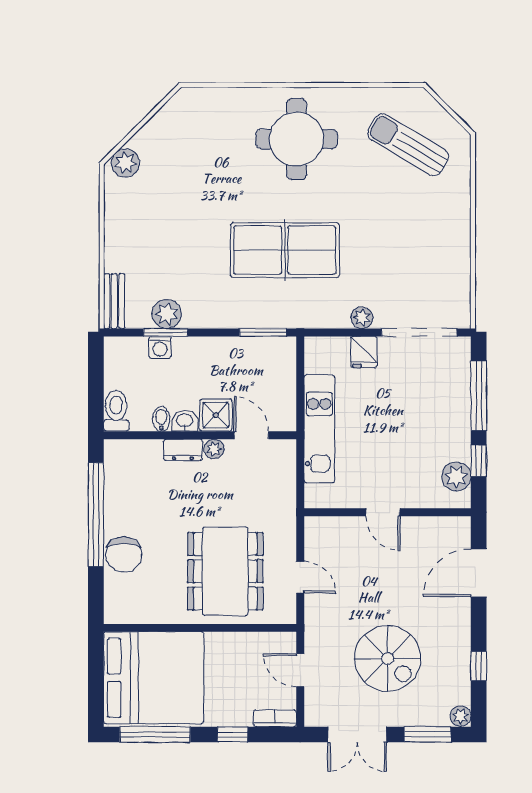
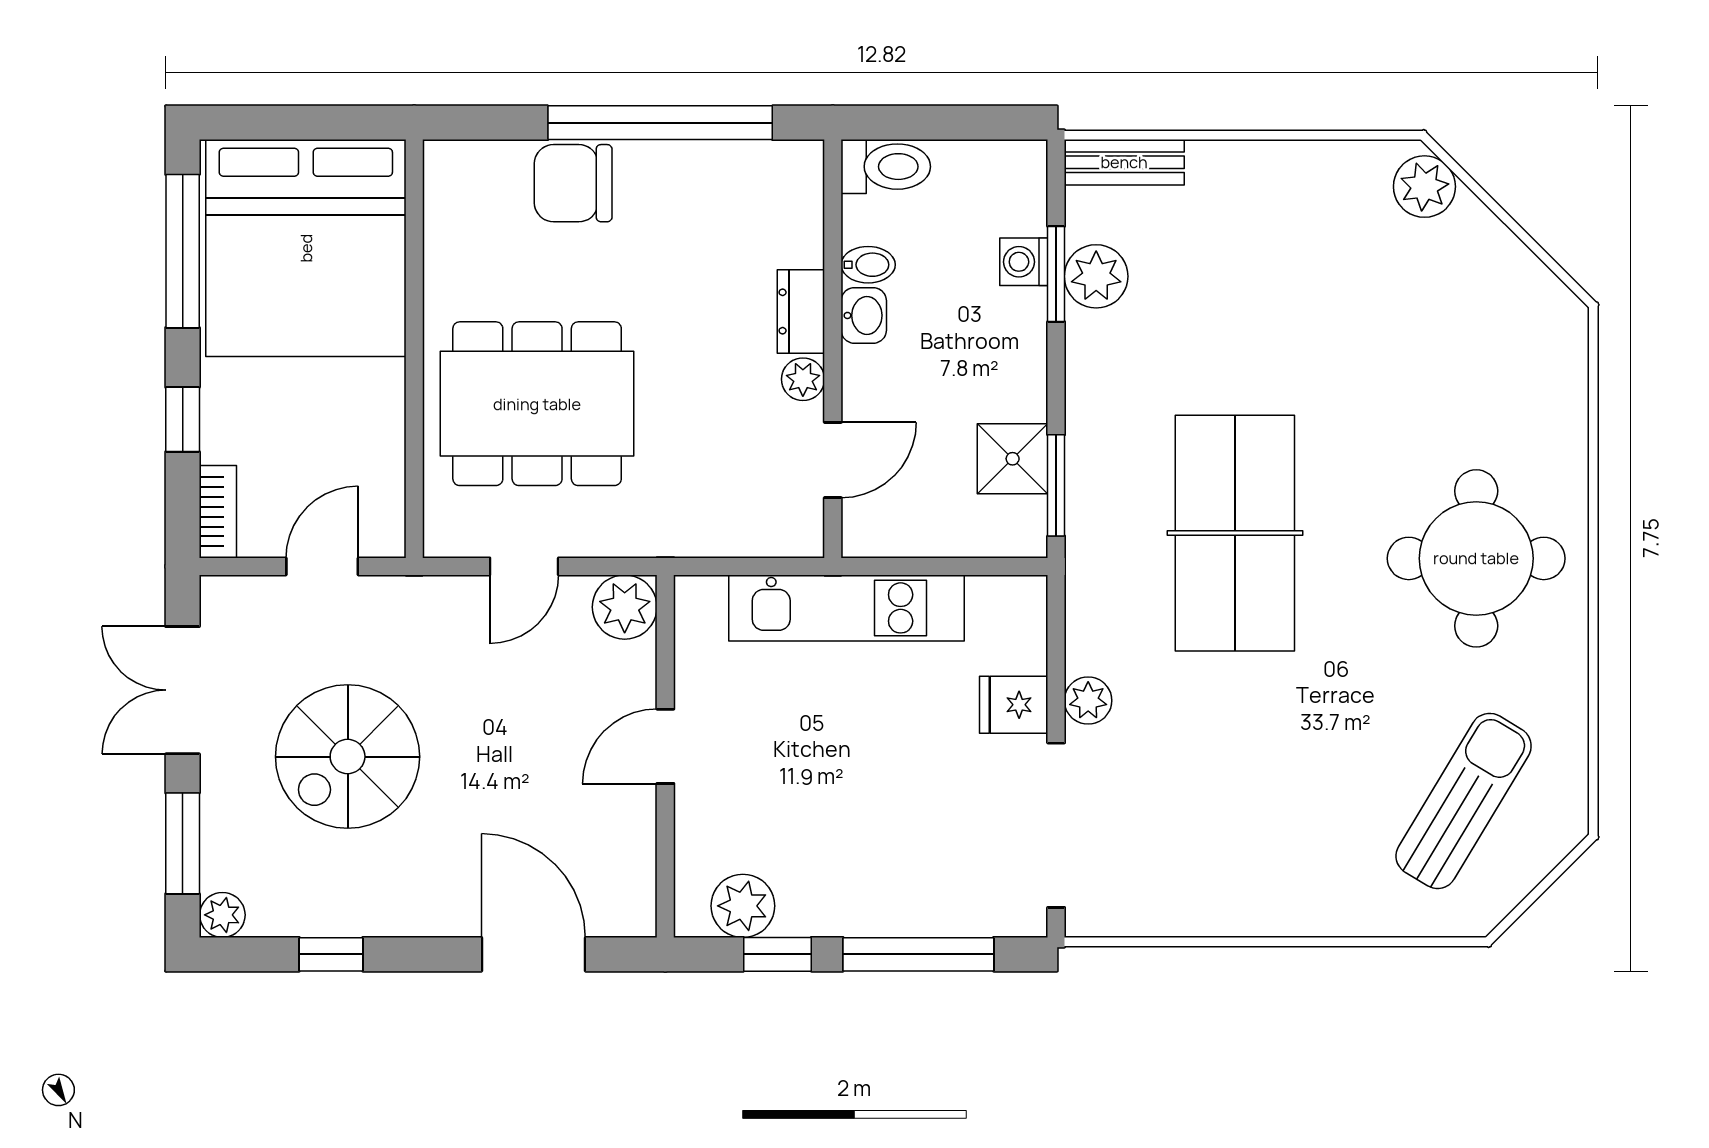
shower: (216, 415) -> (1013, 459), moved
plant: (319, 531) -> (625, 607), added

